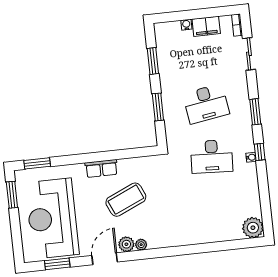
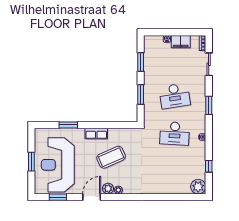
window: (260, 152) -> (209, 166), moved
window: (37, 163) -> (68, 125), moved
window: (12, 195) -> (31, 162), moved

